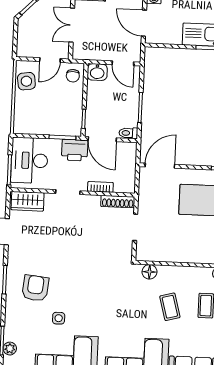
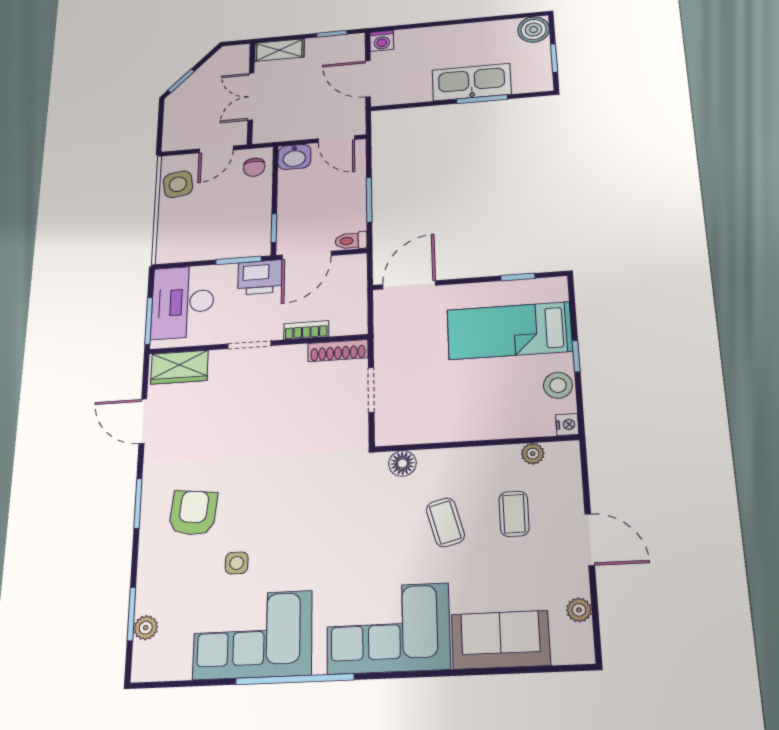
door: (102, 139) -> (307, 255), hinge flipped

